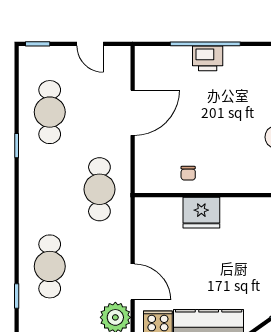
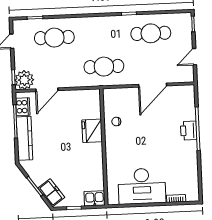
door: (133, 113) -> (153, 85), hinge flipped

